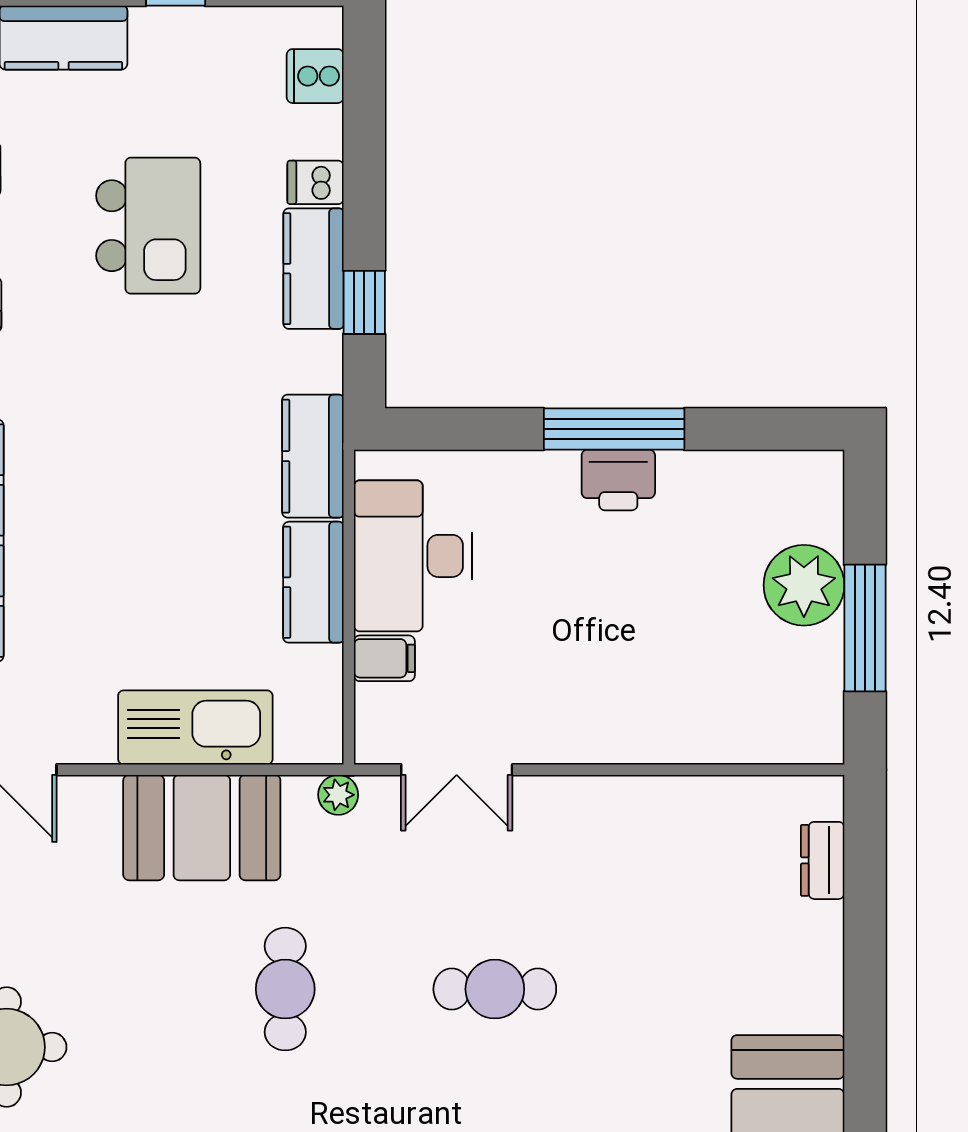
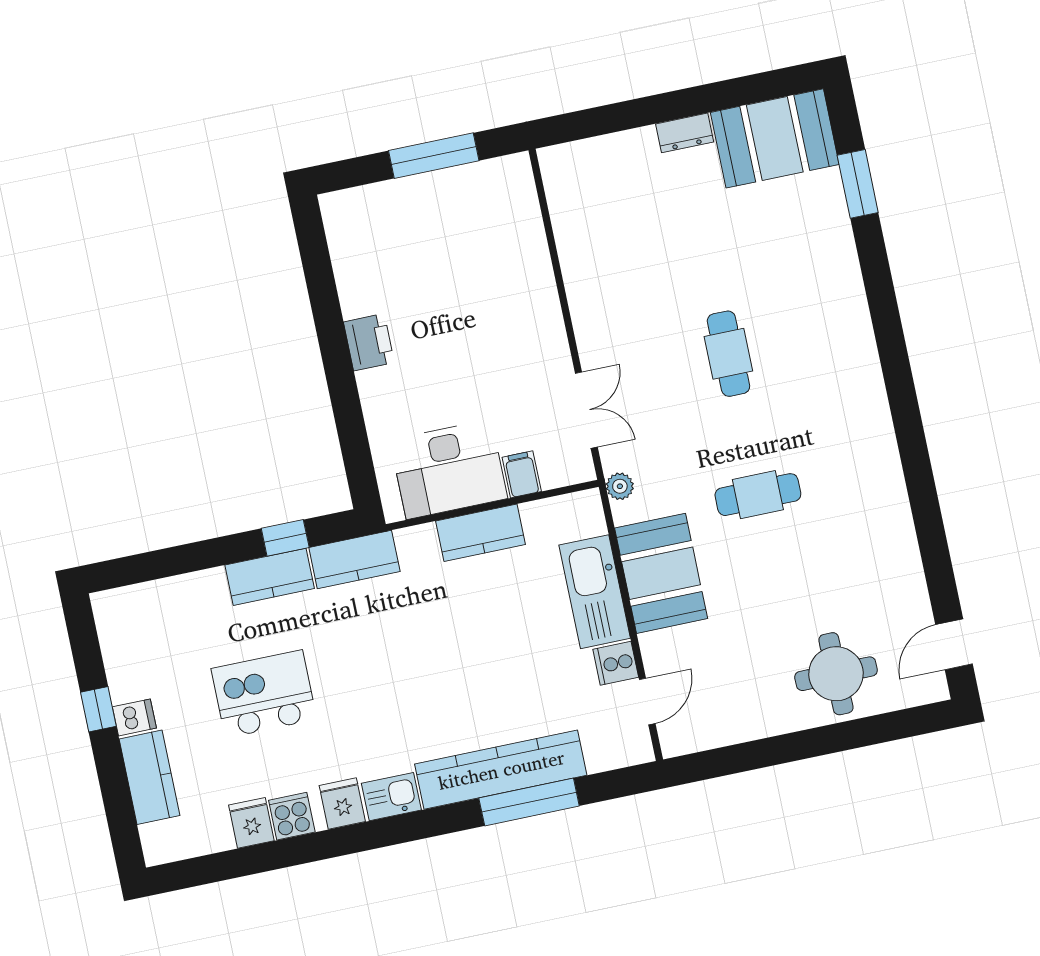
cooker: (315, 76) -> (616, 663), moved, turned 90
dishwasher: (315, 182) -> (134, 717), moved, turned -90
window: (614, 429) -> (335, 352), removed
kitchen counter: (313, 456) -> (354, 560), moved
plant: (804, 585) -> (414, 203), removed
dresser: (823, 860) -> (685, 133), moved

